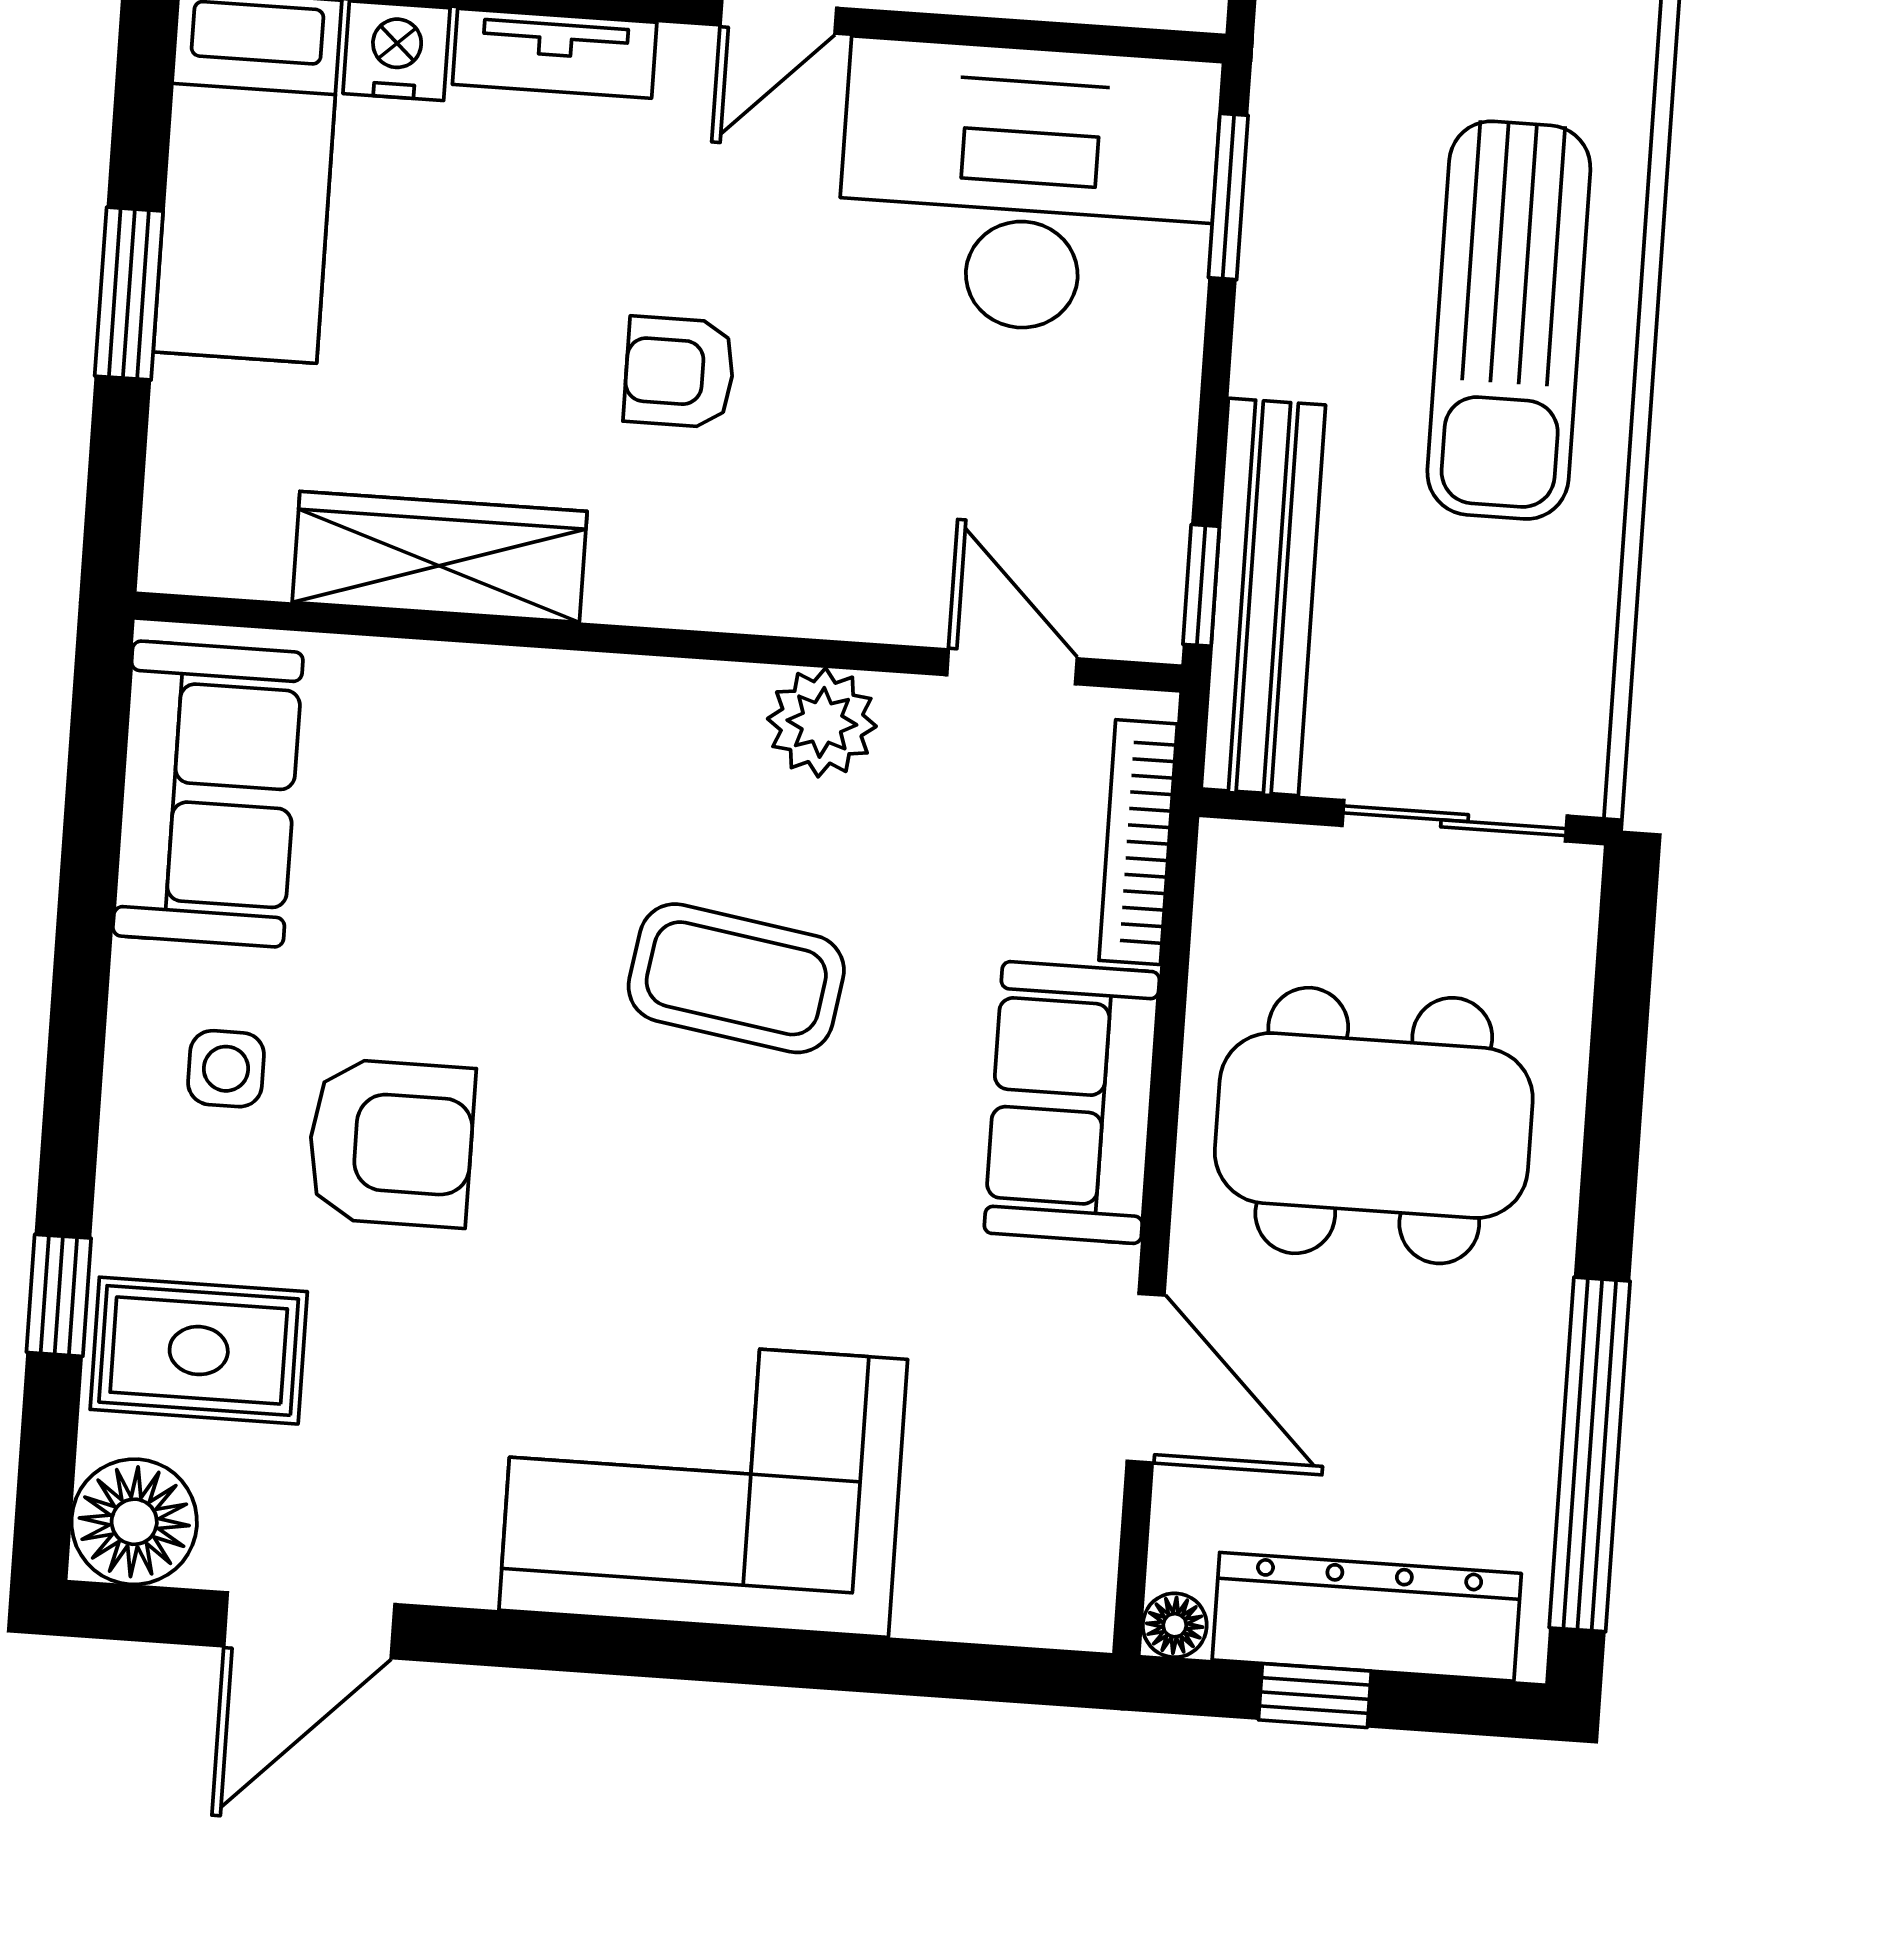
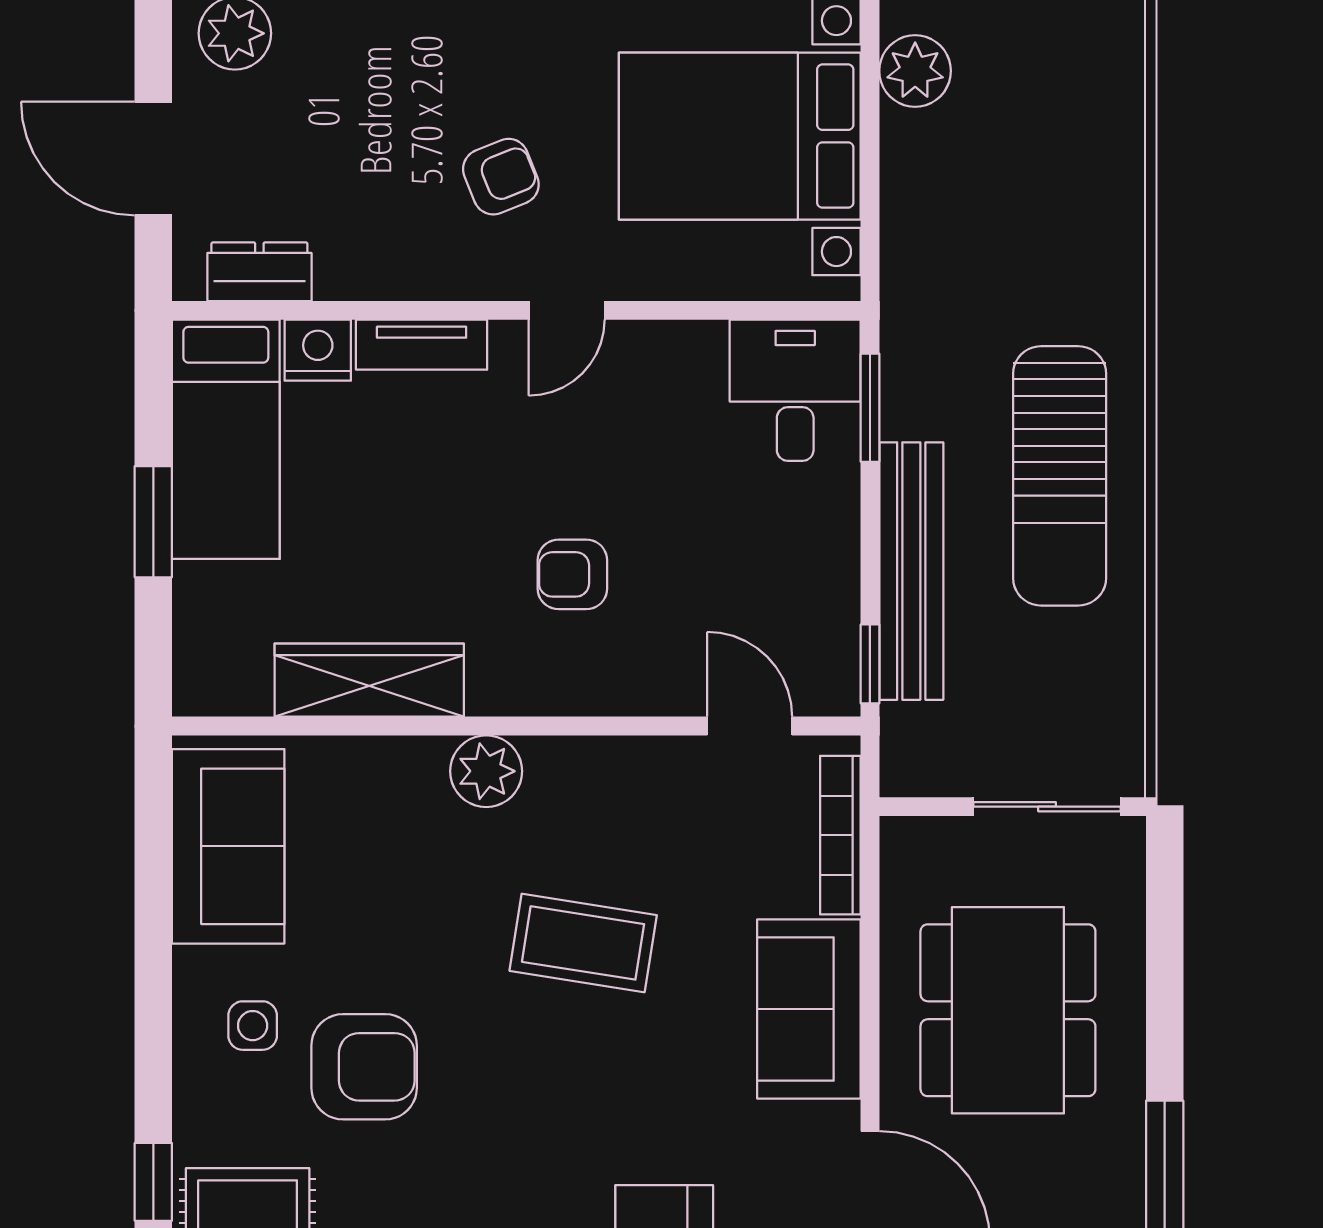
desk: (1028, 188) -> (795, 390), width x0.53, depth x0.77
armchair: (679, 372) -> (572, 574), moved
bench: (1263, 597) -> (911, 571), moved
plant: (822, 722) -> (486, 771), moved
dining table: (1374, 1126) -> (1008, 1010), turned 90

